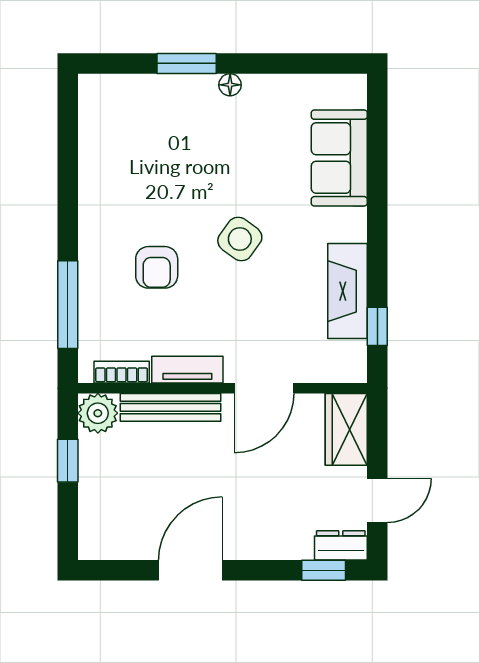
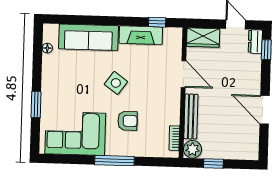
floor lamp: (230, 85) -> (47, 48), moved
corner sofa: (125, 152) -> (75, 134), added
sofa: (339, 158) -> (88, 37), width x1.36
window: (68, 305) -> (114, 161), moved
tv unit: (187, 370) -> (174, 108), removed

